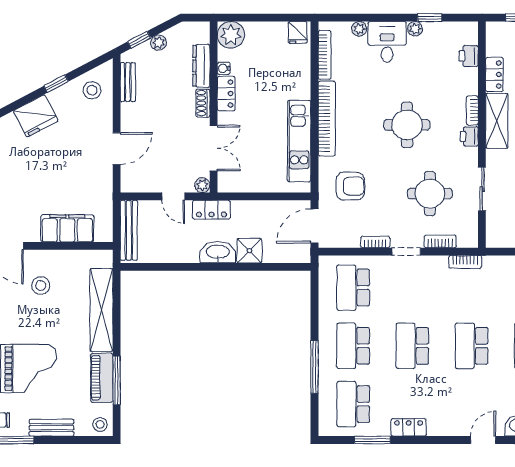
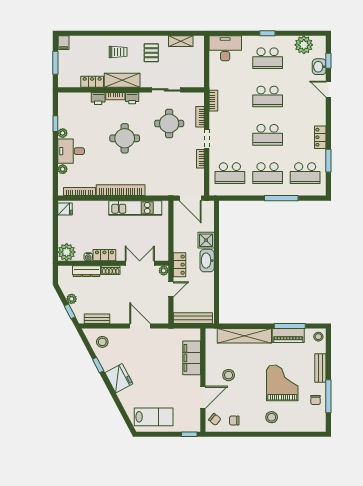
printer: (469, 56) -> (98, 98), moved
armchair: (350, 186) -> (164, 175), removed

